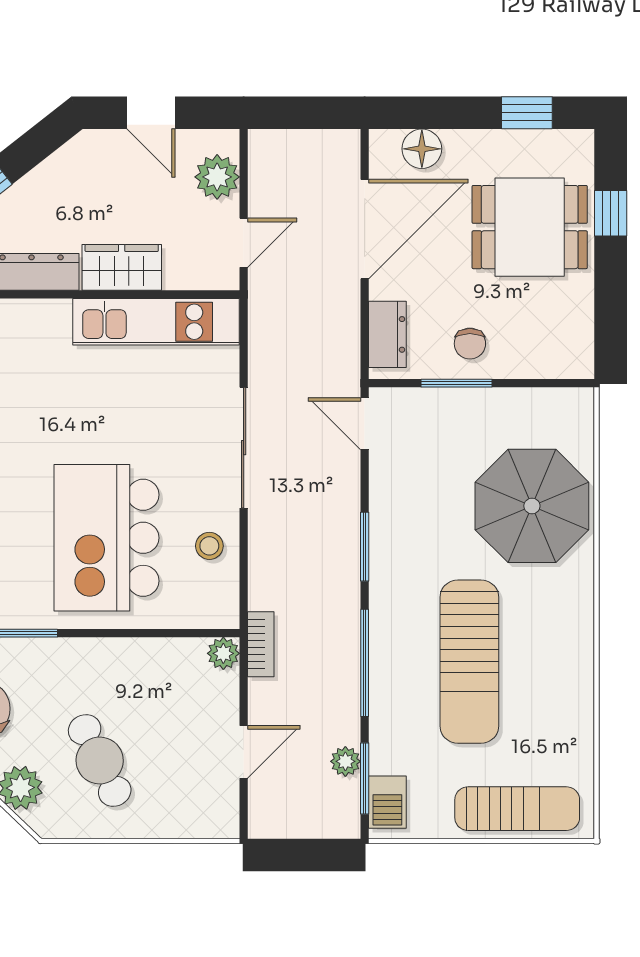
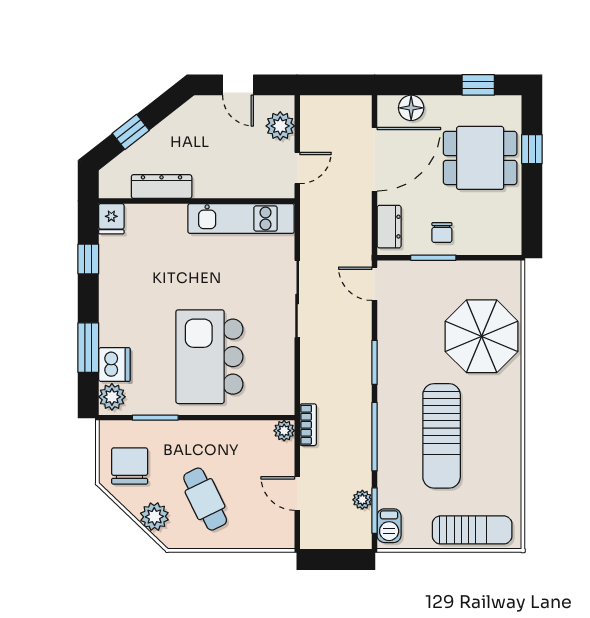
wardrobe: (122, 267) -> (219, 184), removed
stool: (209, 546) -> (275, 362), removed
door: (244, 752) -> (297, 494), swing flipped

